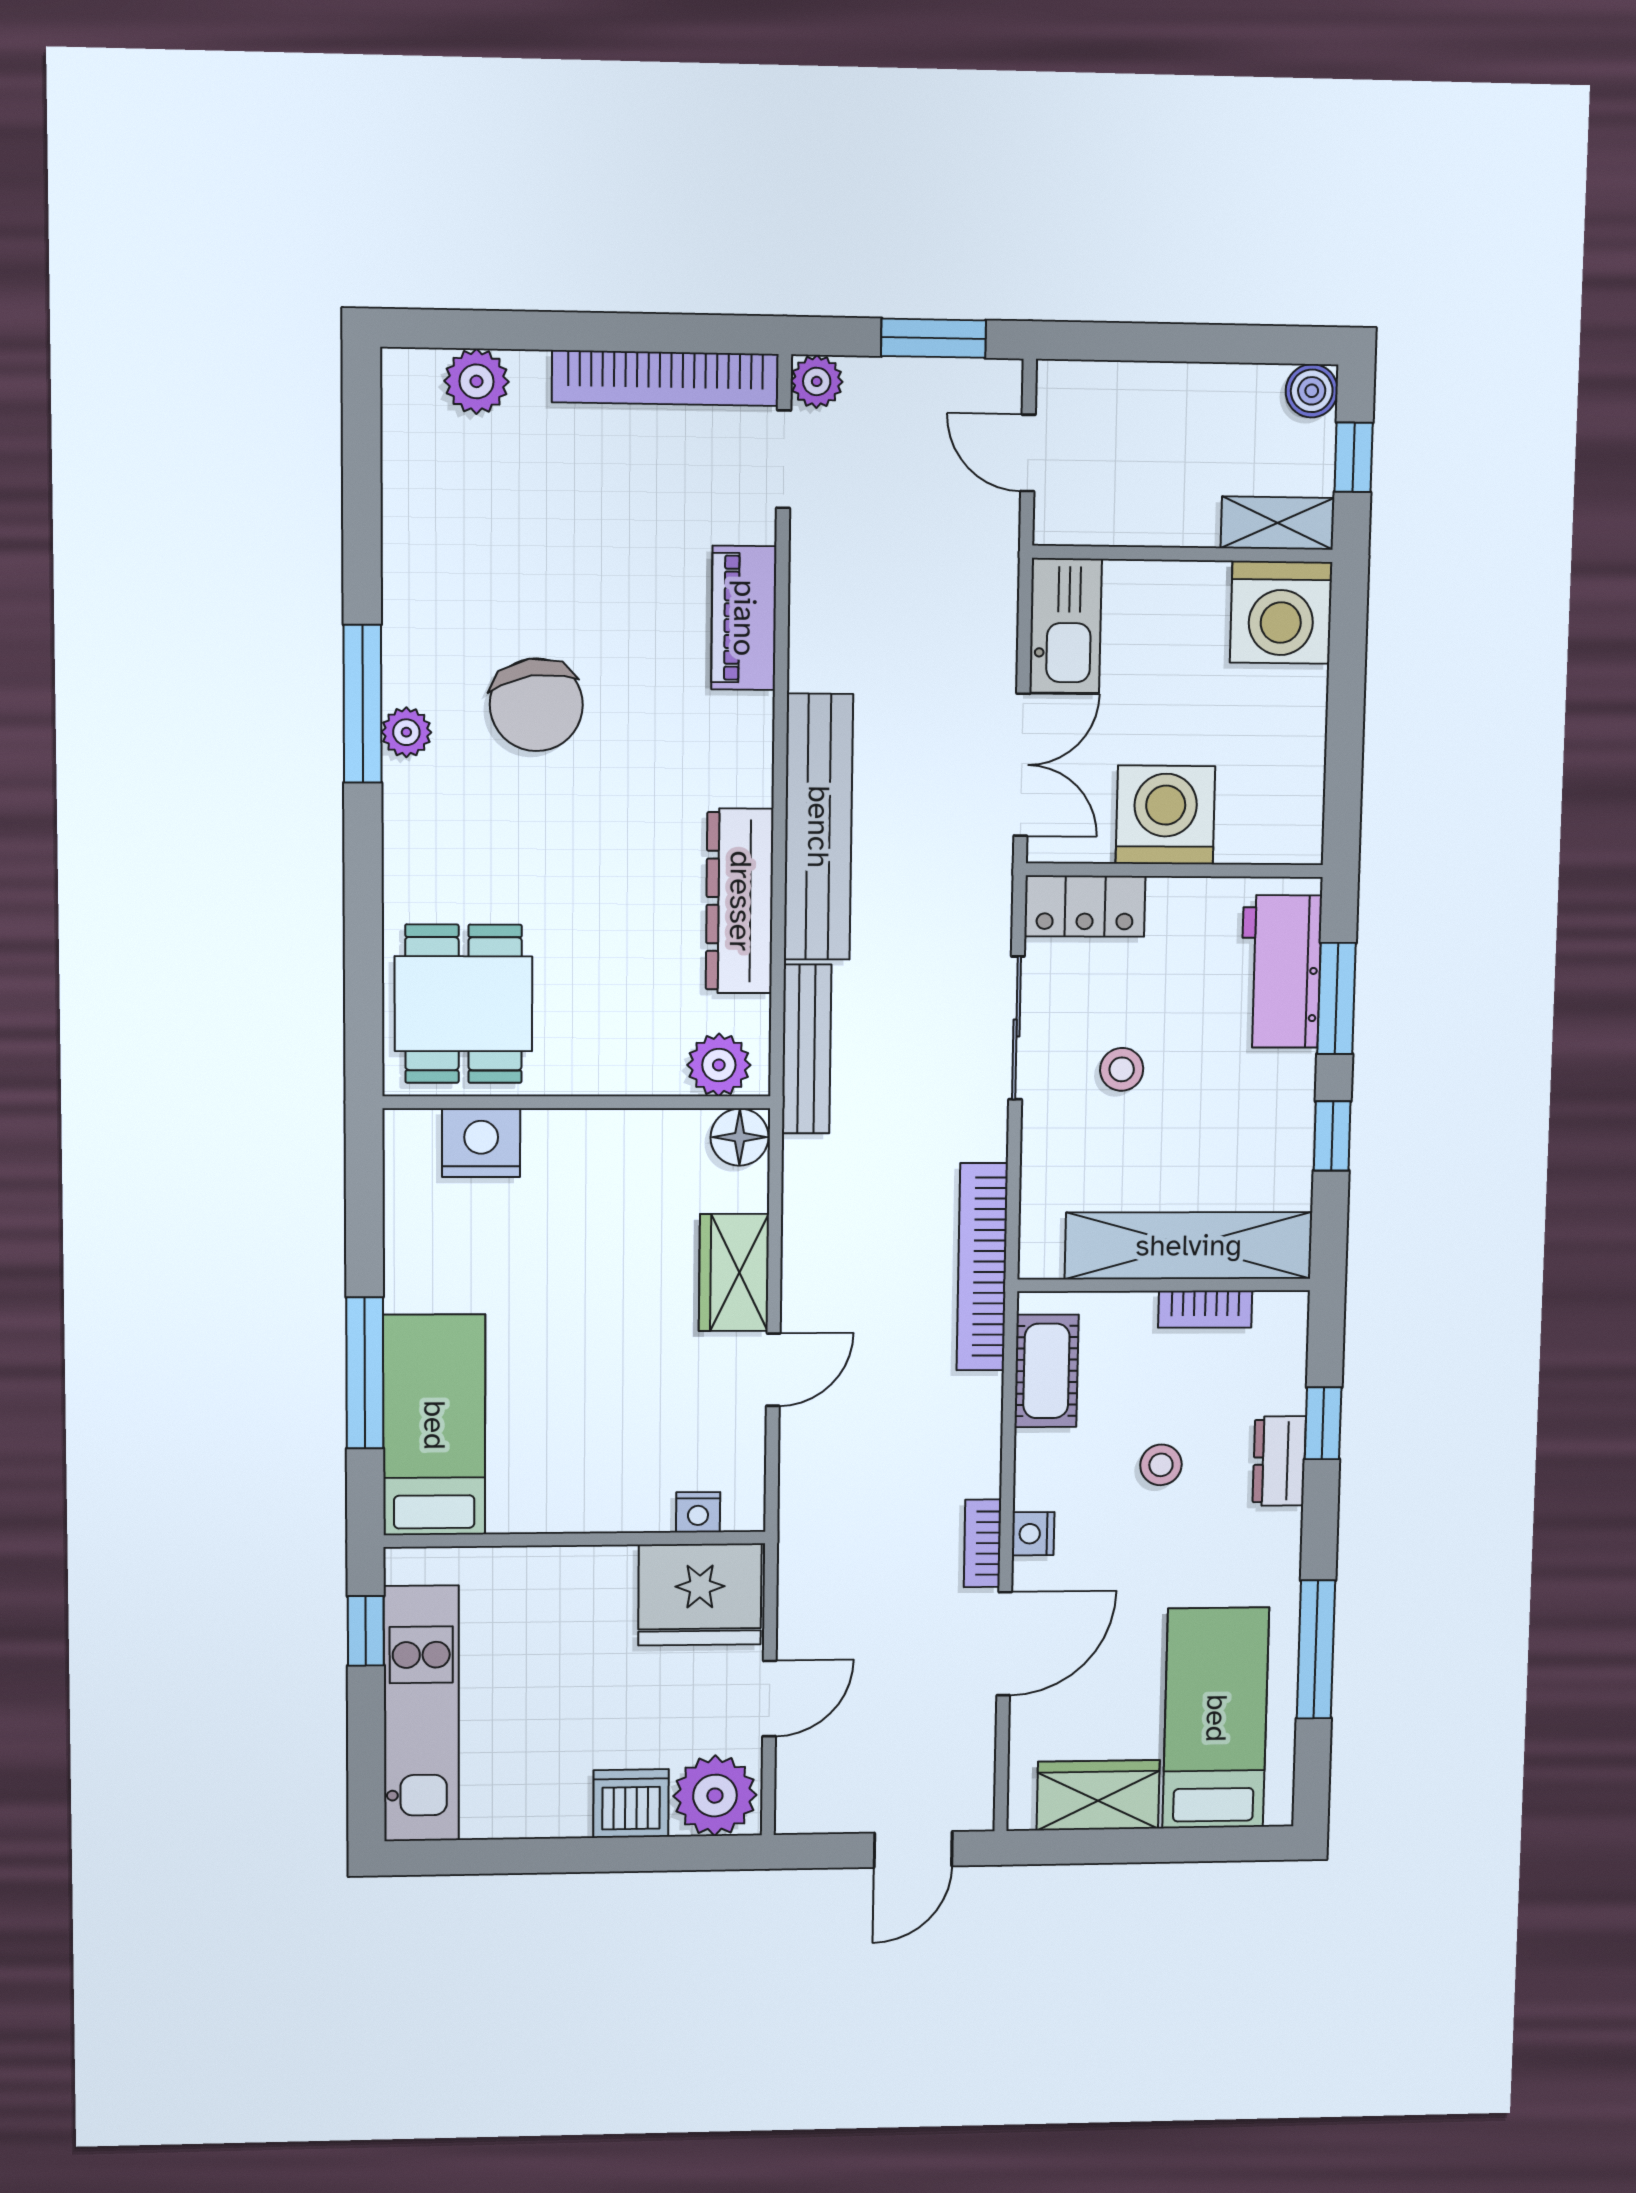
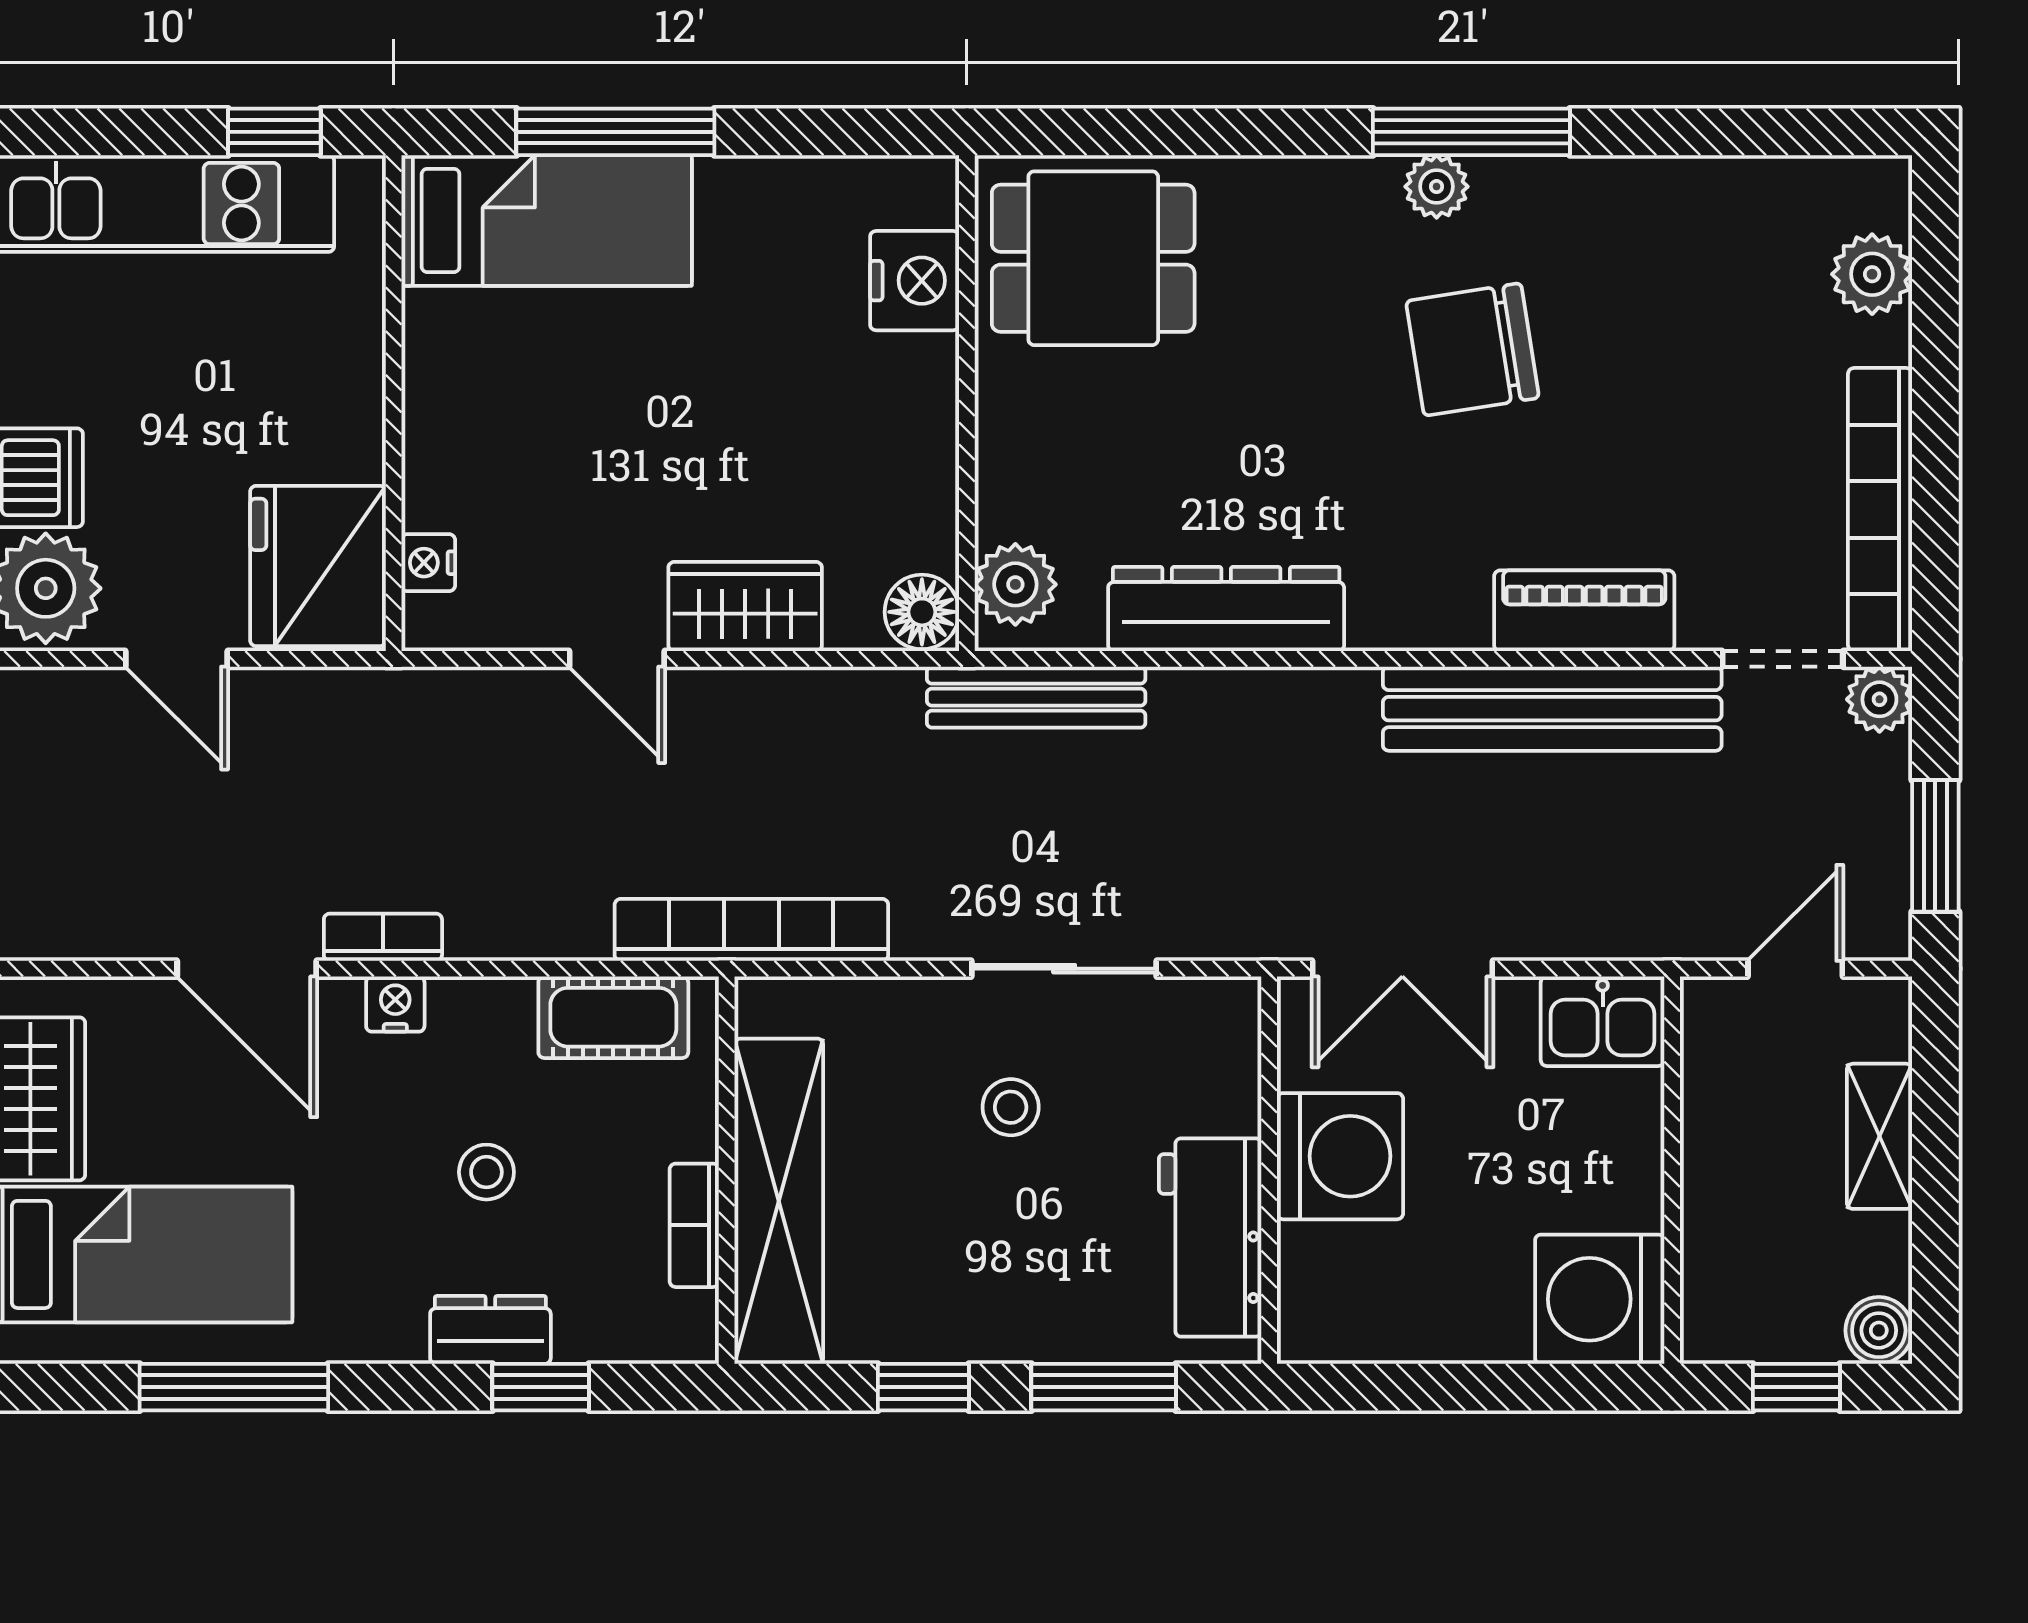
shelving: (1277, 523) -> (1880, 1136), moved
kitchen sink: (1065, 626) -> (1603, 1021), width x0.73
bench: (818, 827) -> (1552, 709), moved
locker: (1085, 906) -> (1222, 1054), removed
workbench: (1281, 972) -> (1210, 1237), moved, turned -90

